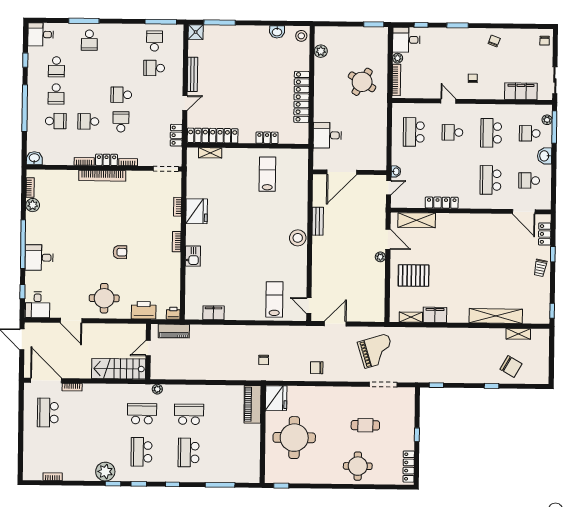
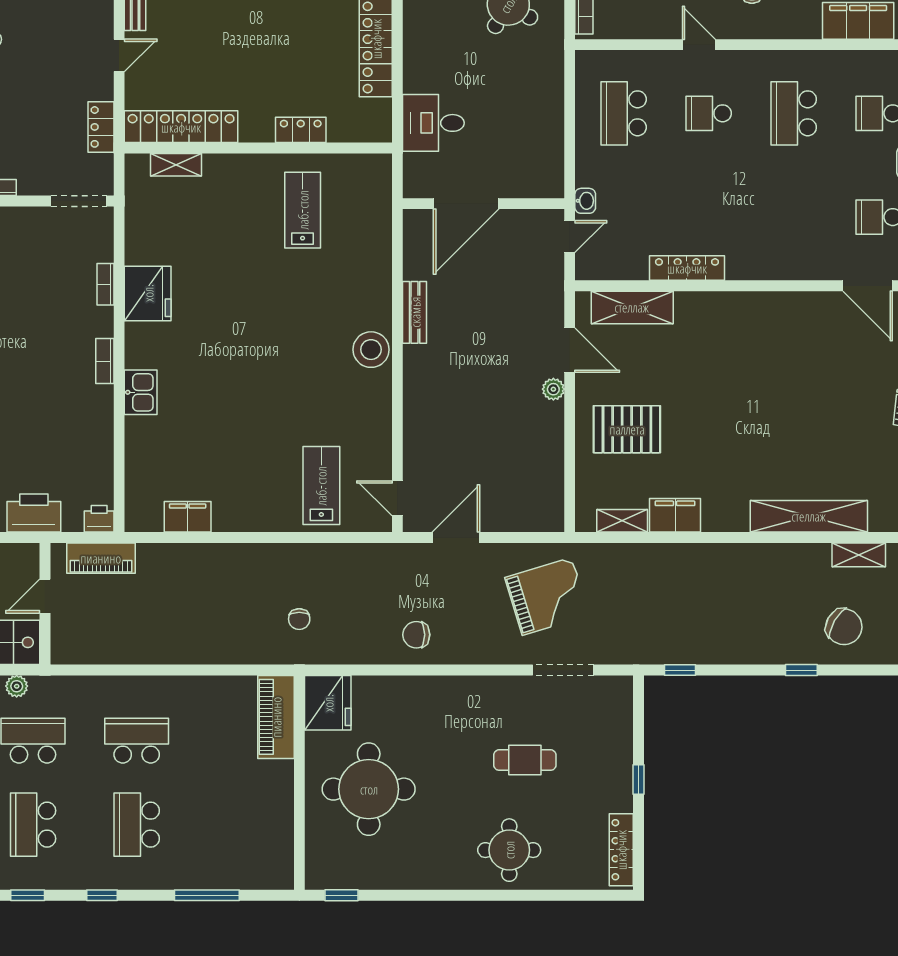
school desk: (490, 180) -> (794, 217), removed
plant: (157, 389) -> (17, 686), moved

